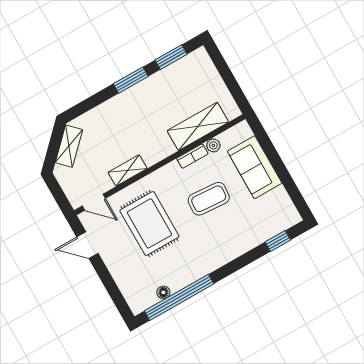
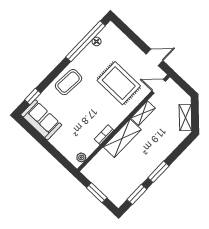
window: (228, 77) -> (97, 193), added
shelving: (198, 126) -> (122, 138), moved
plant: (213, 145) -> (81, 157), moved
sofa: (255, 167) -> (41, 120), moved
coffee table: (209, 199) -> (69, 82), moved

